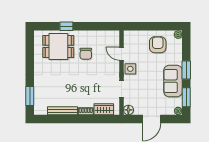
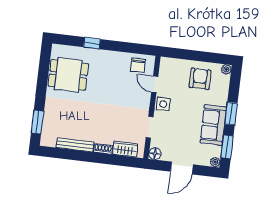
dining table: (58, 46) -> (68, 75), moved
chair: (86, 54) -> (138, 65), moved

